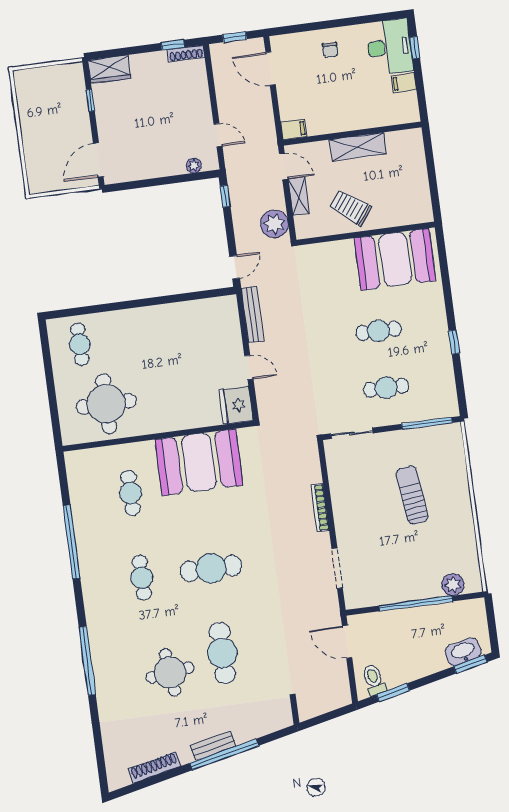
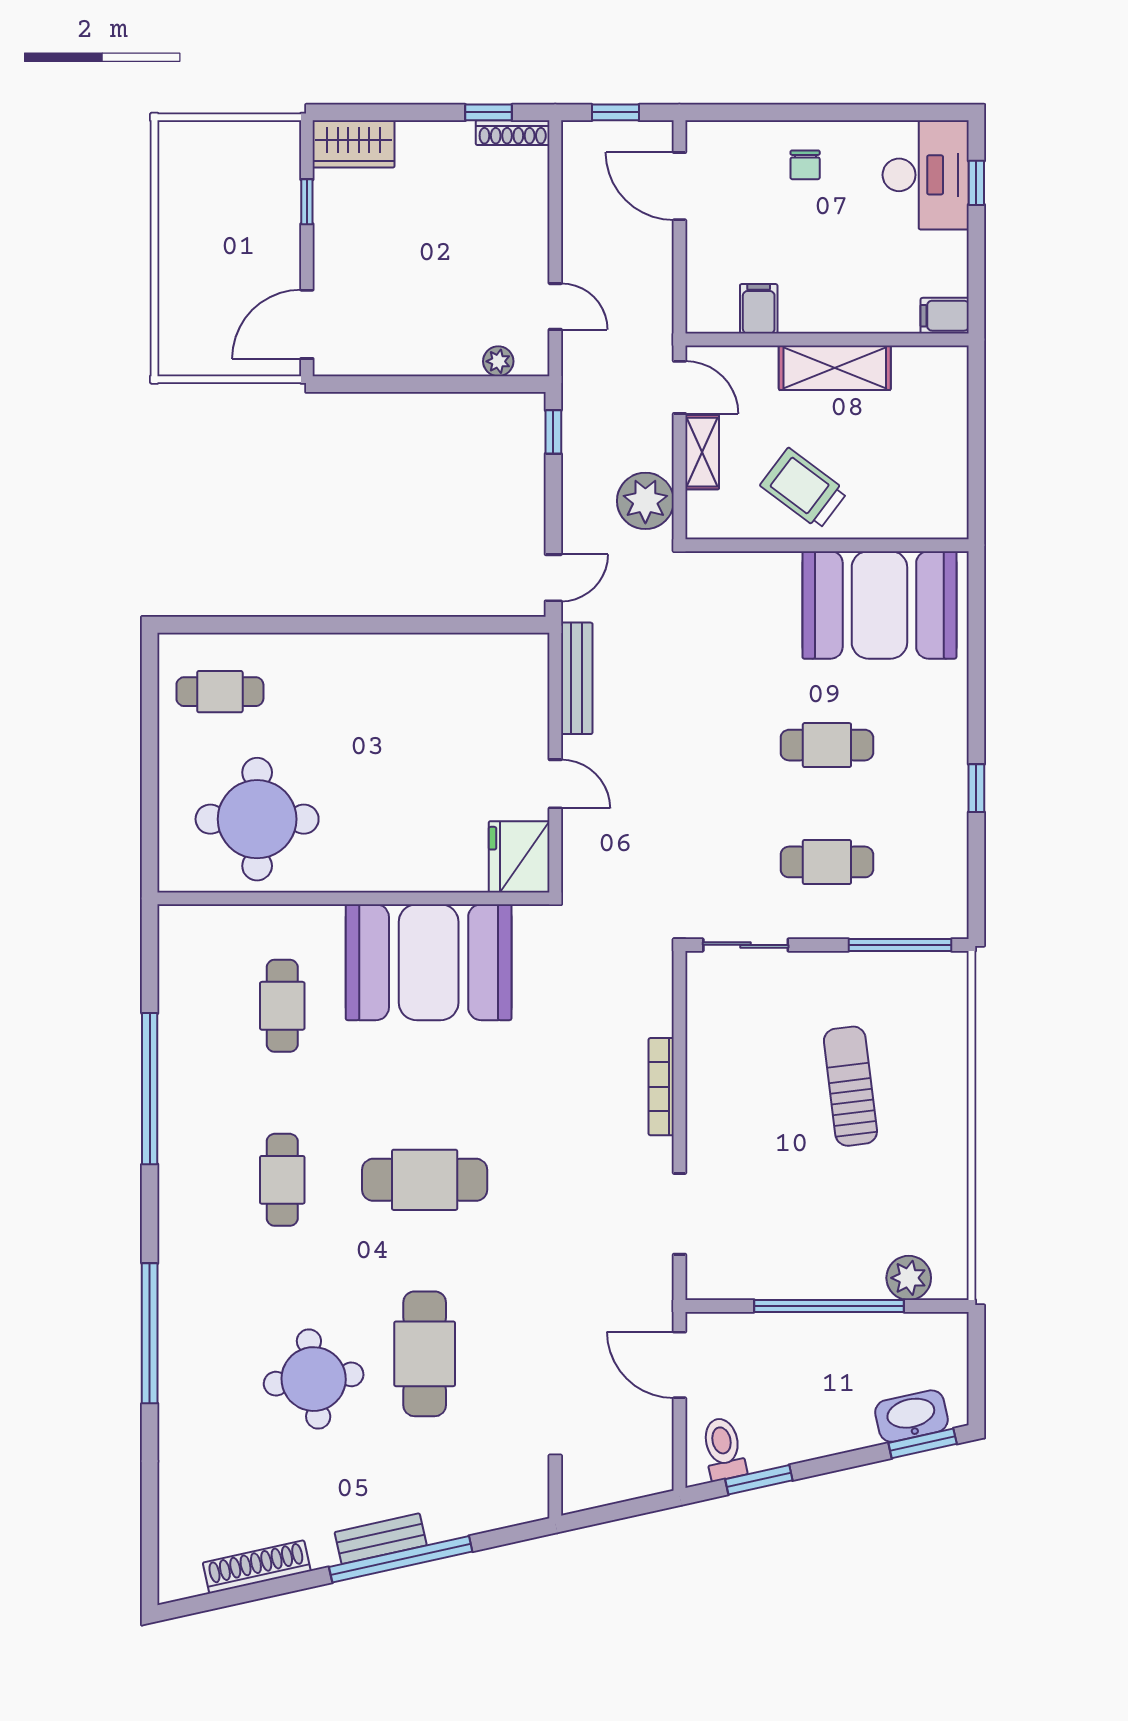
filing cabinet: (404, 83) -> (945, 316), moved
filing cabinet: (294, 129) -> (759, 309), moved, turned -90
cafe table: (80, 344) -> (220, 692), turned 90

